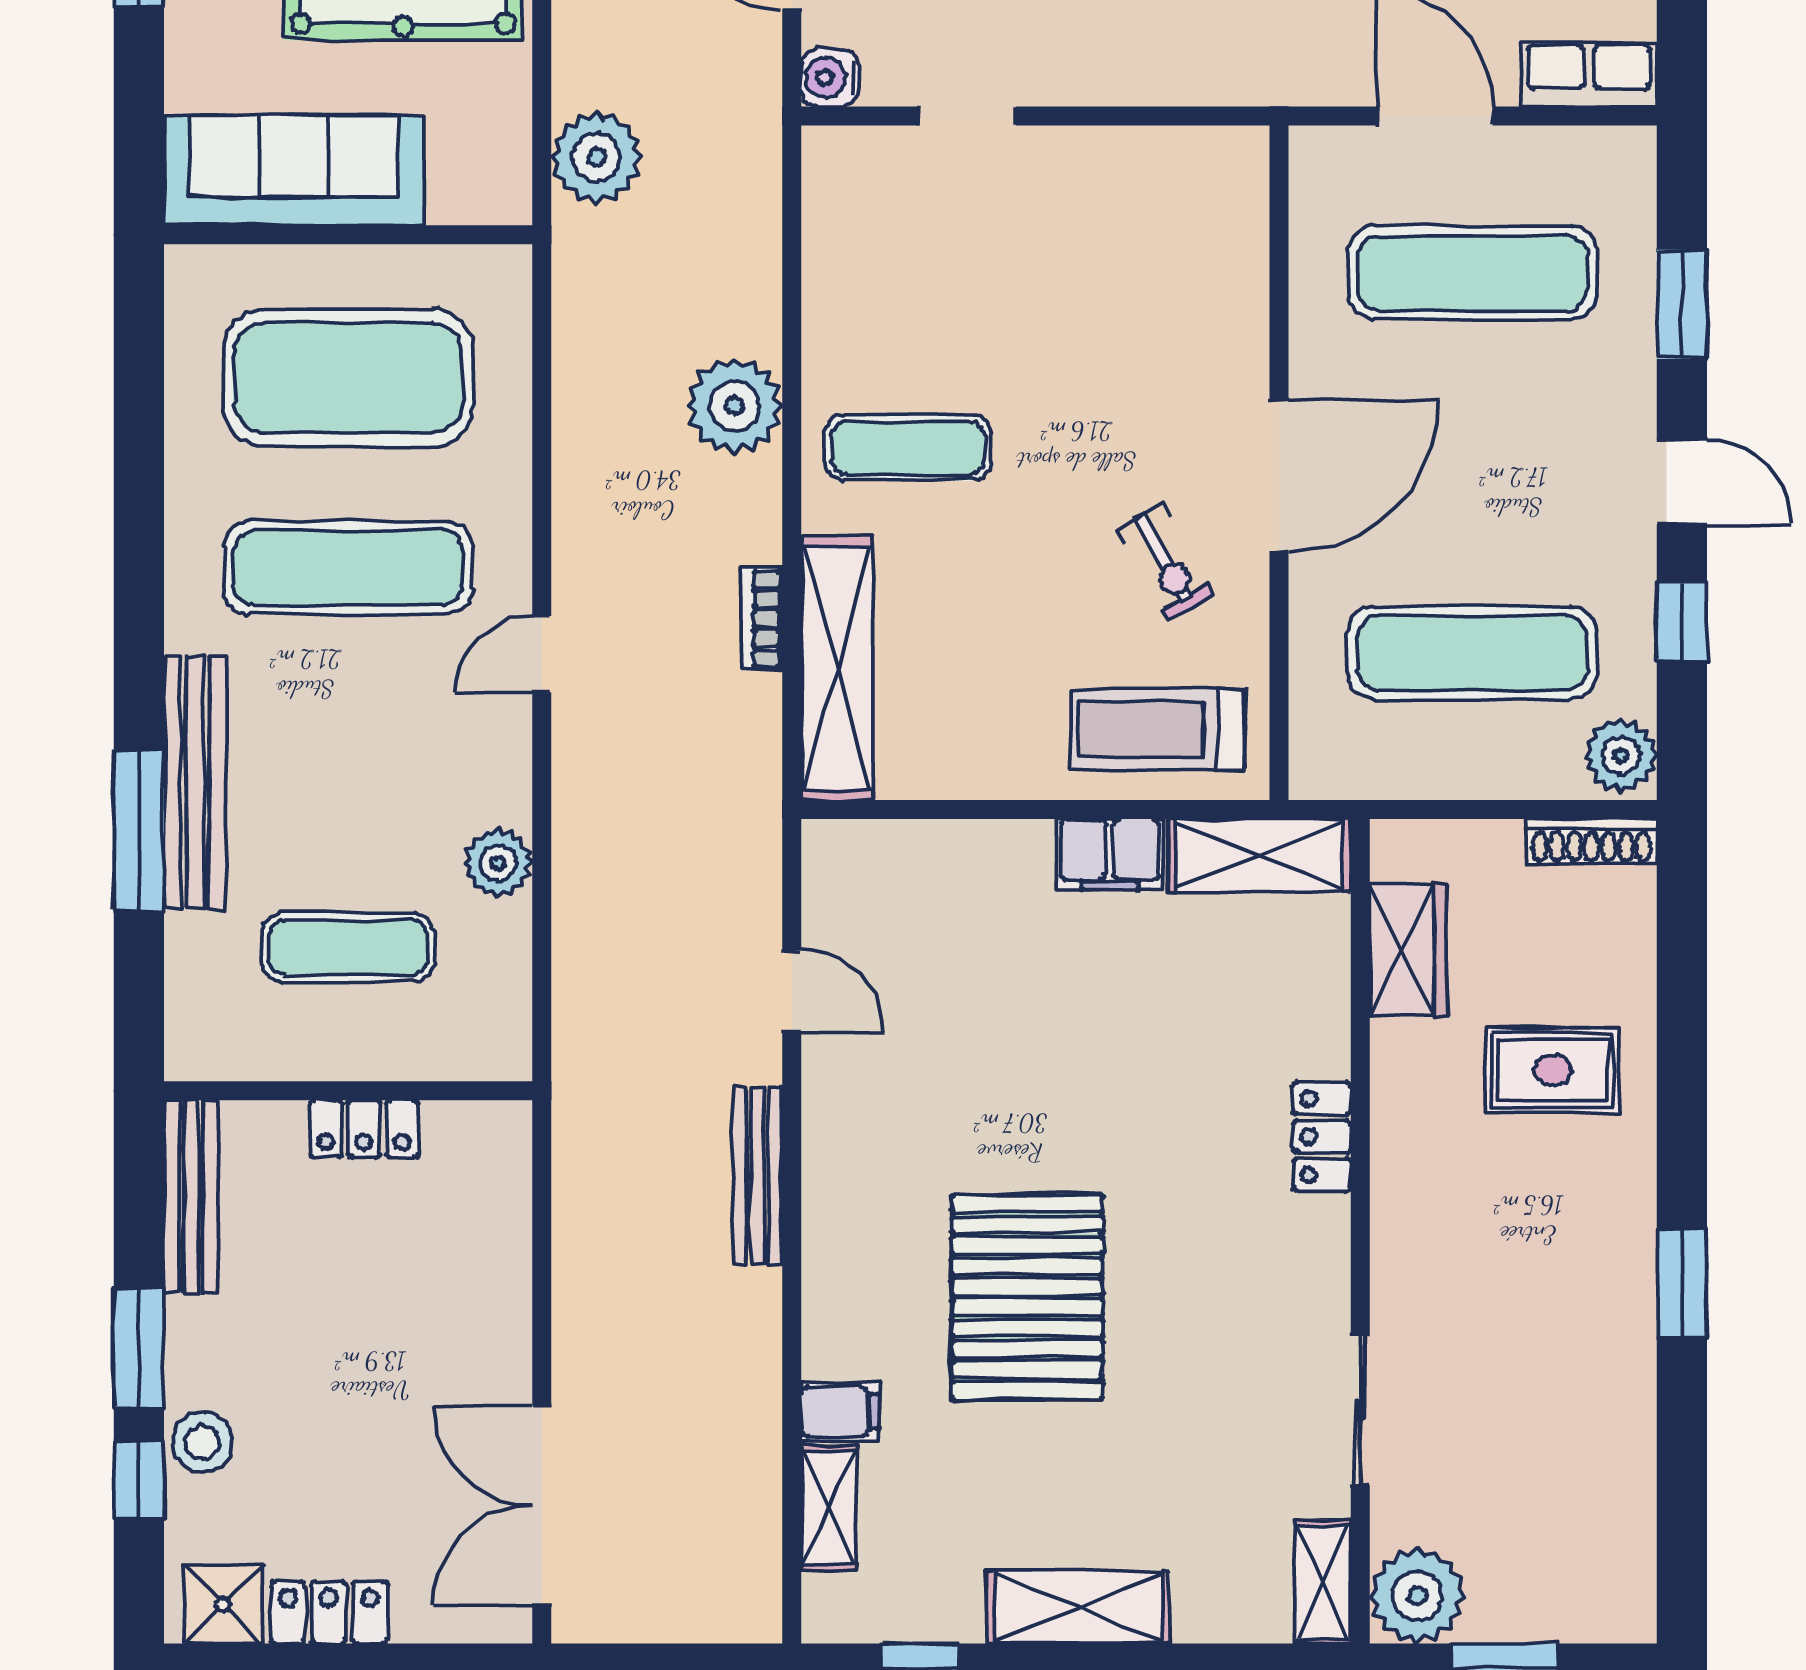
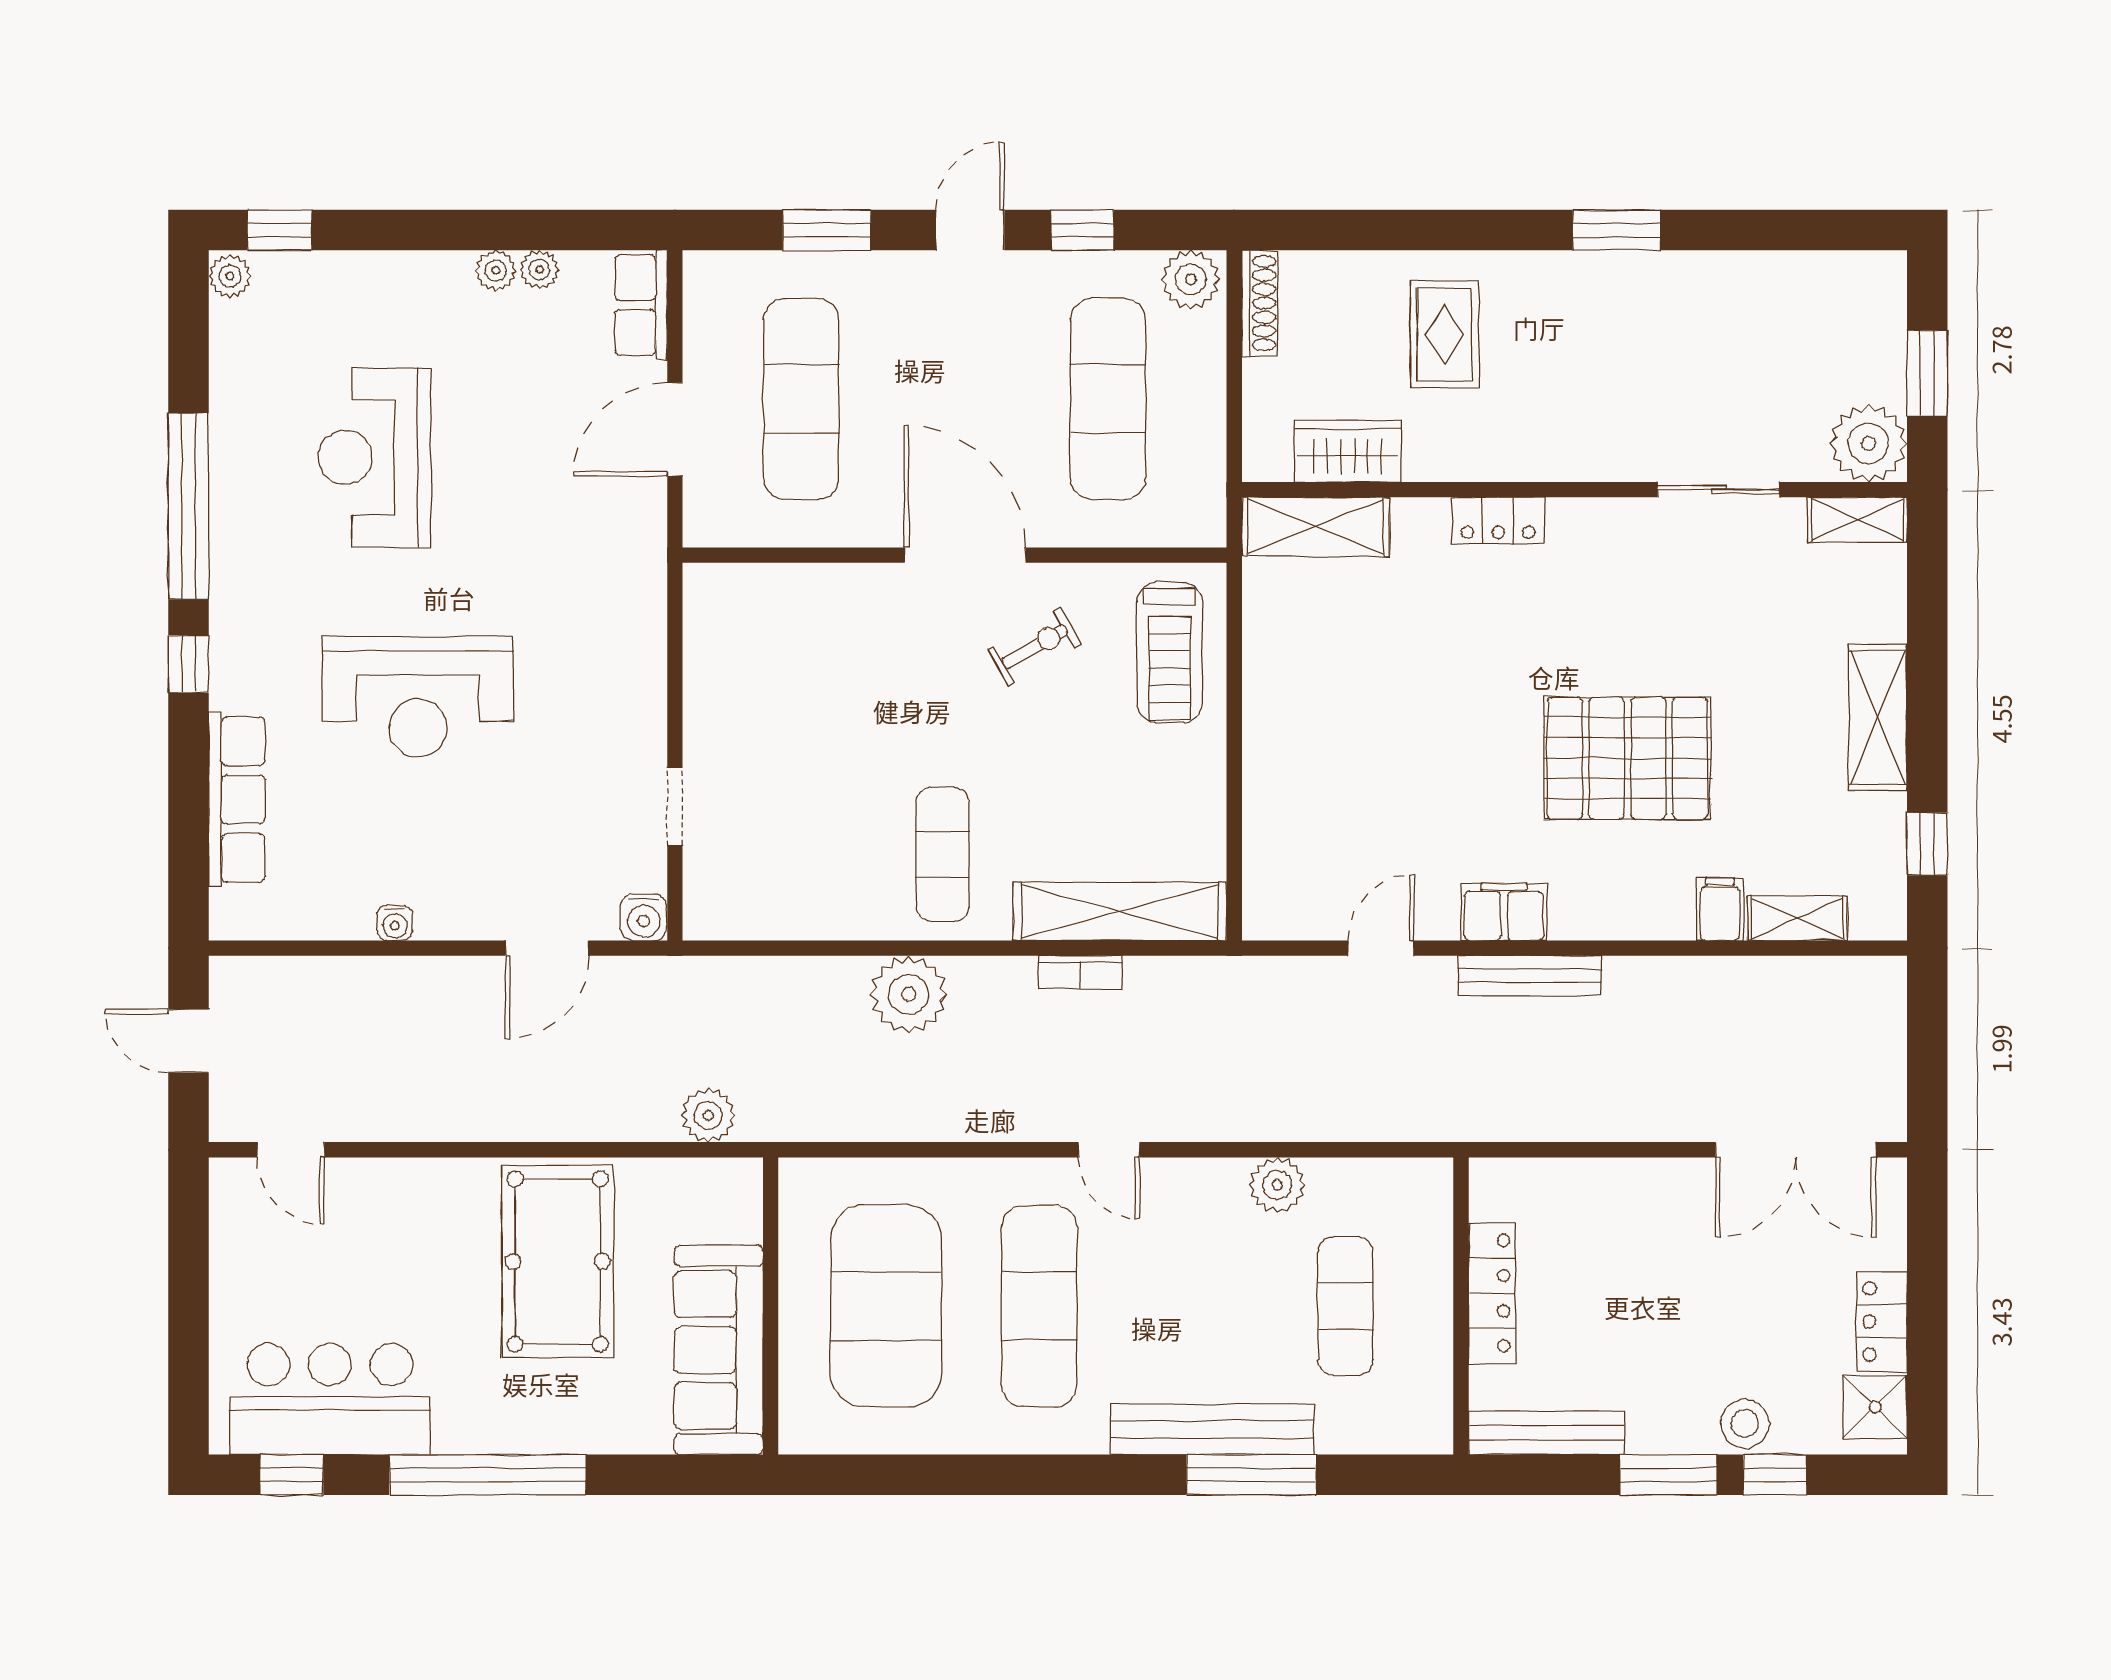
plant: (597, 157) -> (708, 1115), width x0.73, depth x0.73
filing cabinet: (1110, 854) -> (1504, 912), moved, turned -90
shelving: (1259, 855) -> (1316, 527), moved, turned 90
locker: (364, 1129) -> (1492, 1293), width x1.53

